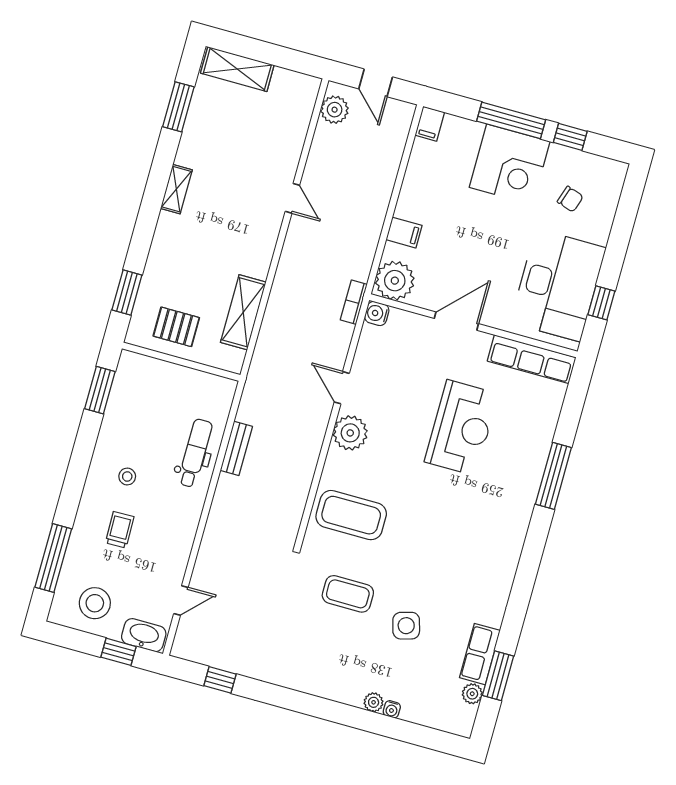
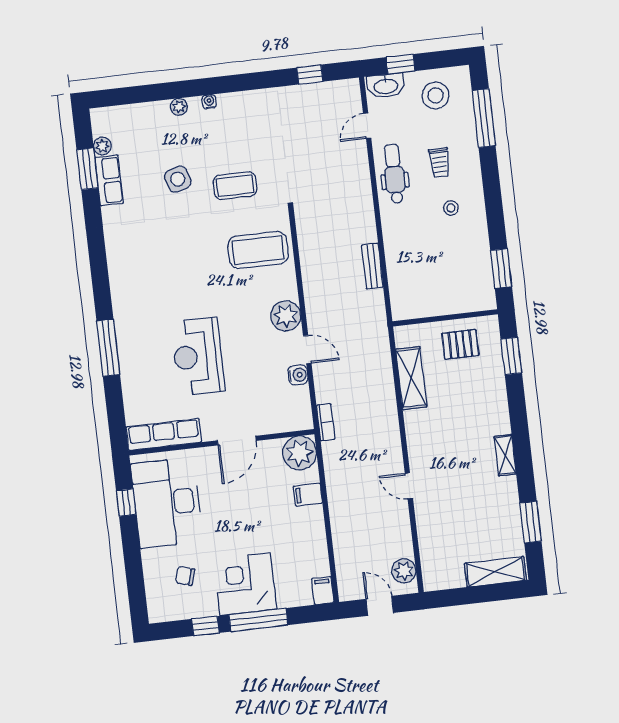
water cooler: (377, 313) -> (298, 375), moved
dental chair: (195, 453) -> (394, 174), moved, turned 180
water cooler: (392, 709) -> (209, 102), moved

